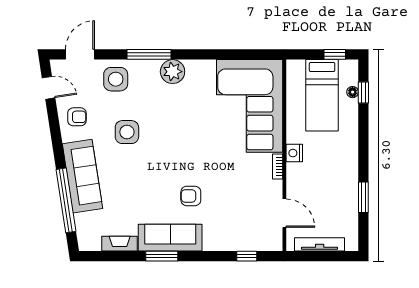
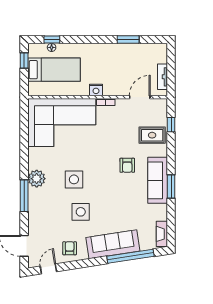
side table: (116, 79) -> (74, 179), moved
rug: (232, 230) -> (152, 135), added
fireplace: (120, 244) -> (162, 234), moved
tv unit: (320, 244) -> (162, 77), width x0.71

